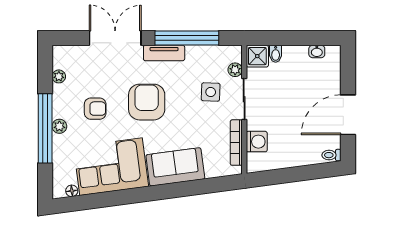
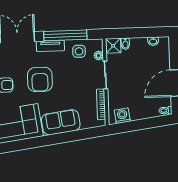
side table: (211, 92) -> (79, 51), moved
armchair: (147, 102) -> (40, 79), turned 180
washing machine: (257, 142) -> (122, 116), moved, turned -98

